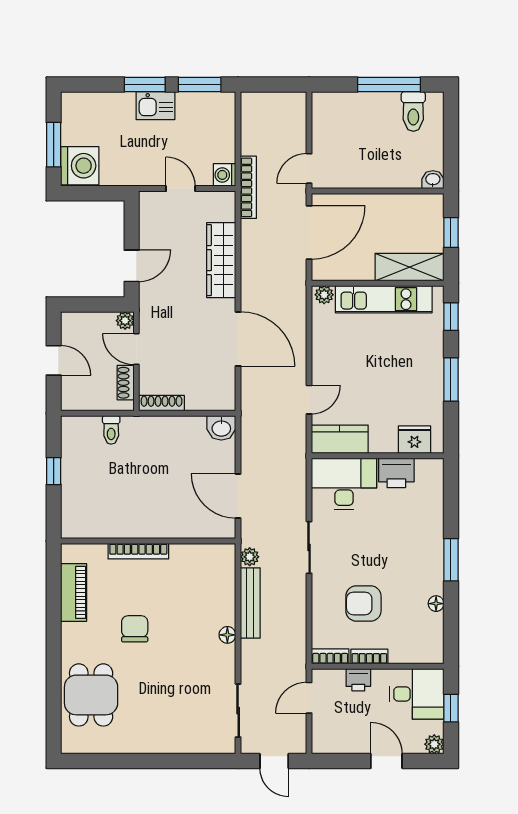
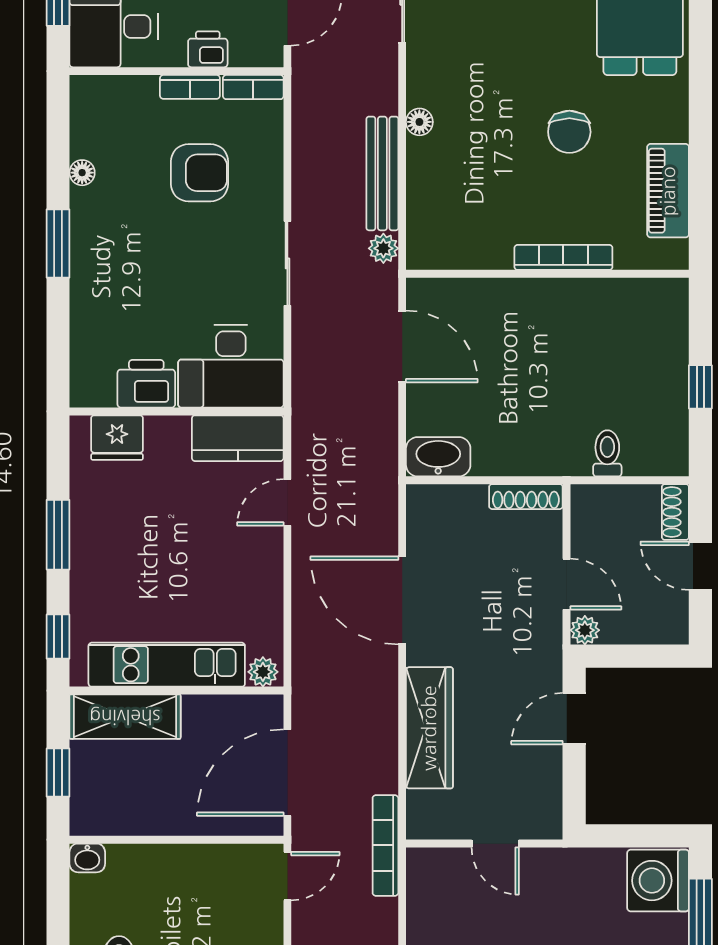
washing machine: (224, 175) -> (424, 866), removed
shoe rack: (126, 383) -> (675, 512), moved, turned 180
washbasin: (221, 428) -> (438, 457), width x1.38

